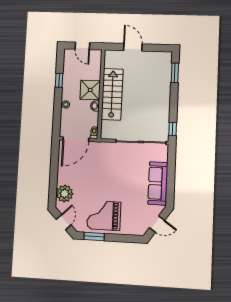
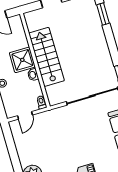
door: (76, 139) -> (25, 115), width x0.53

